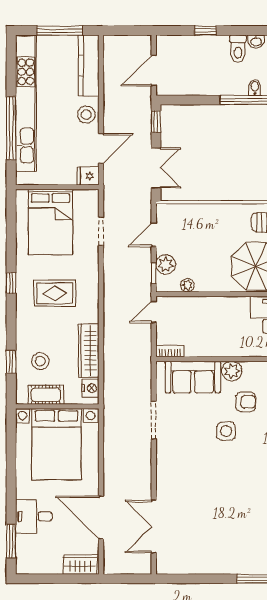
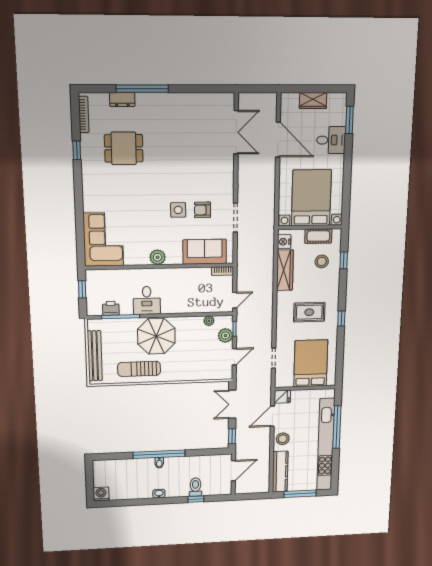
toilet: (238, 49) -> (195, 487), moved
plant: (232, 371) -> (158, 257), moved
armchair: (246, 402) -> (203, 210), moved
wardrobe: (80, 565) -> (313, 101), moved

